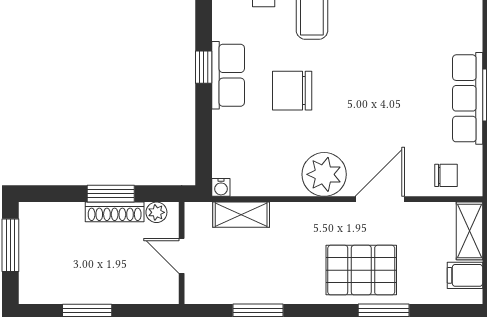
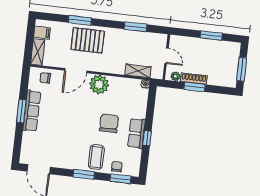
chair: (292, 91) -> (109, 123), turned -90

